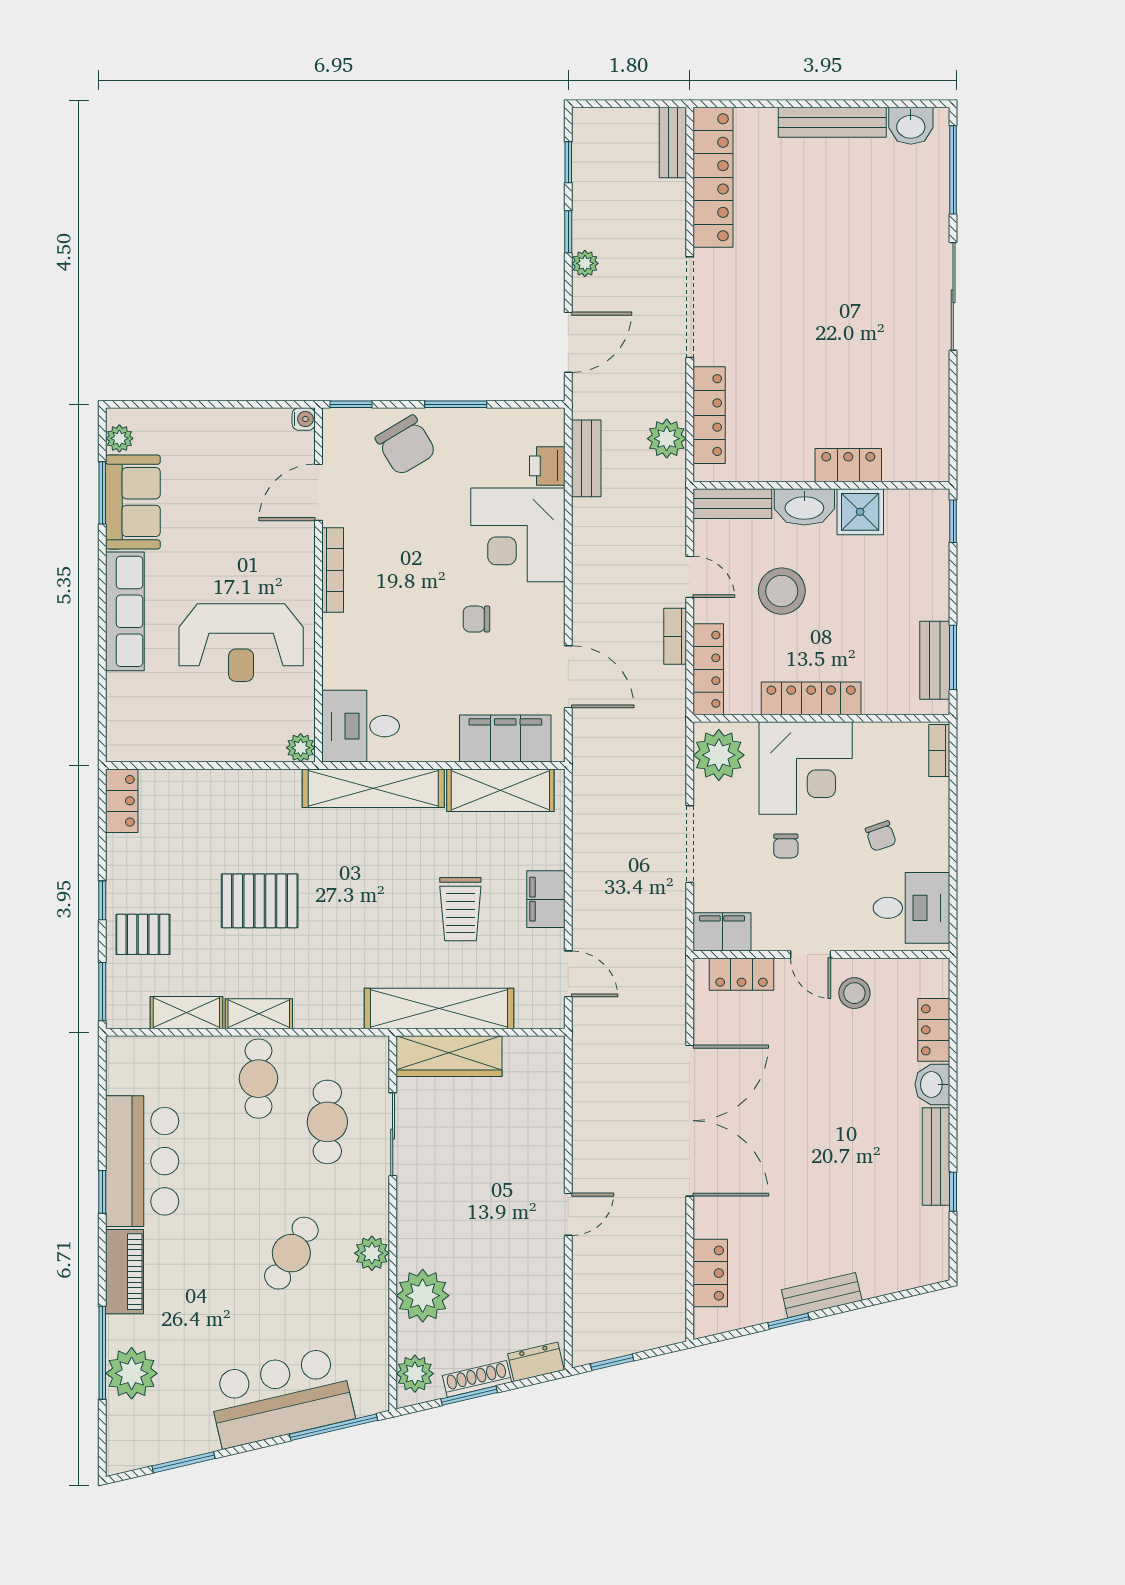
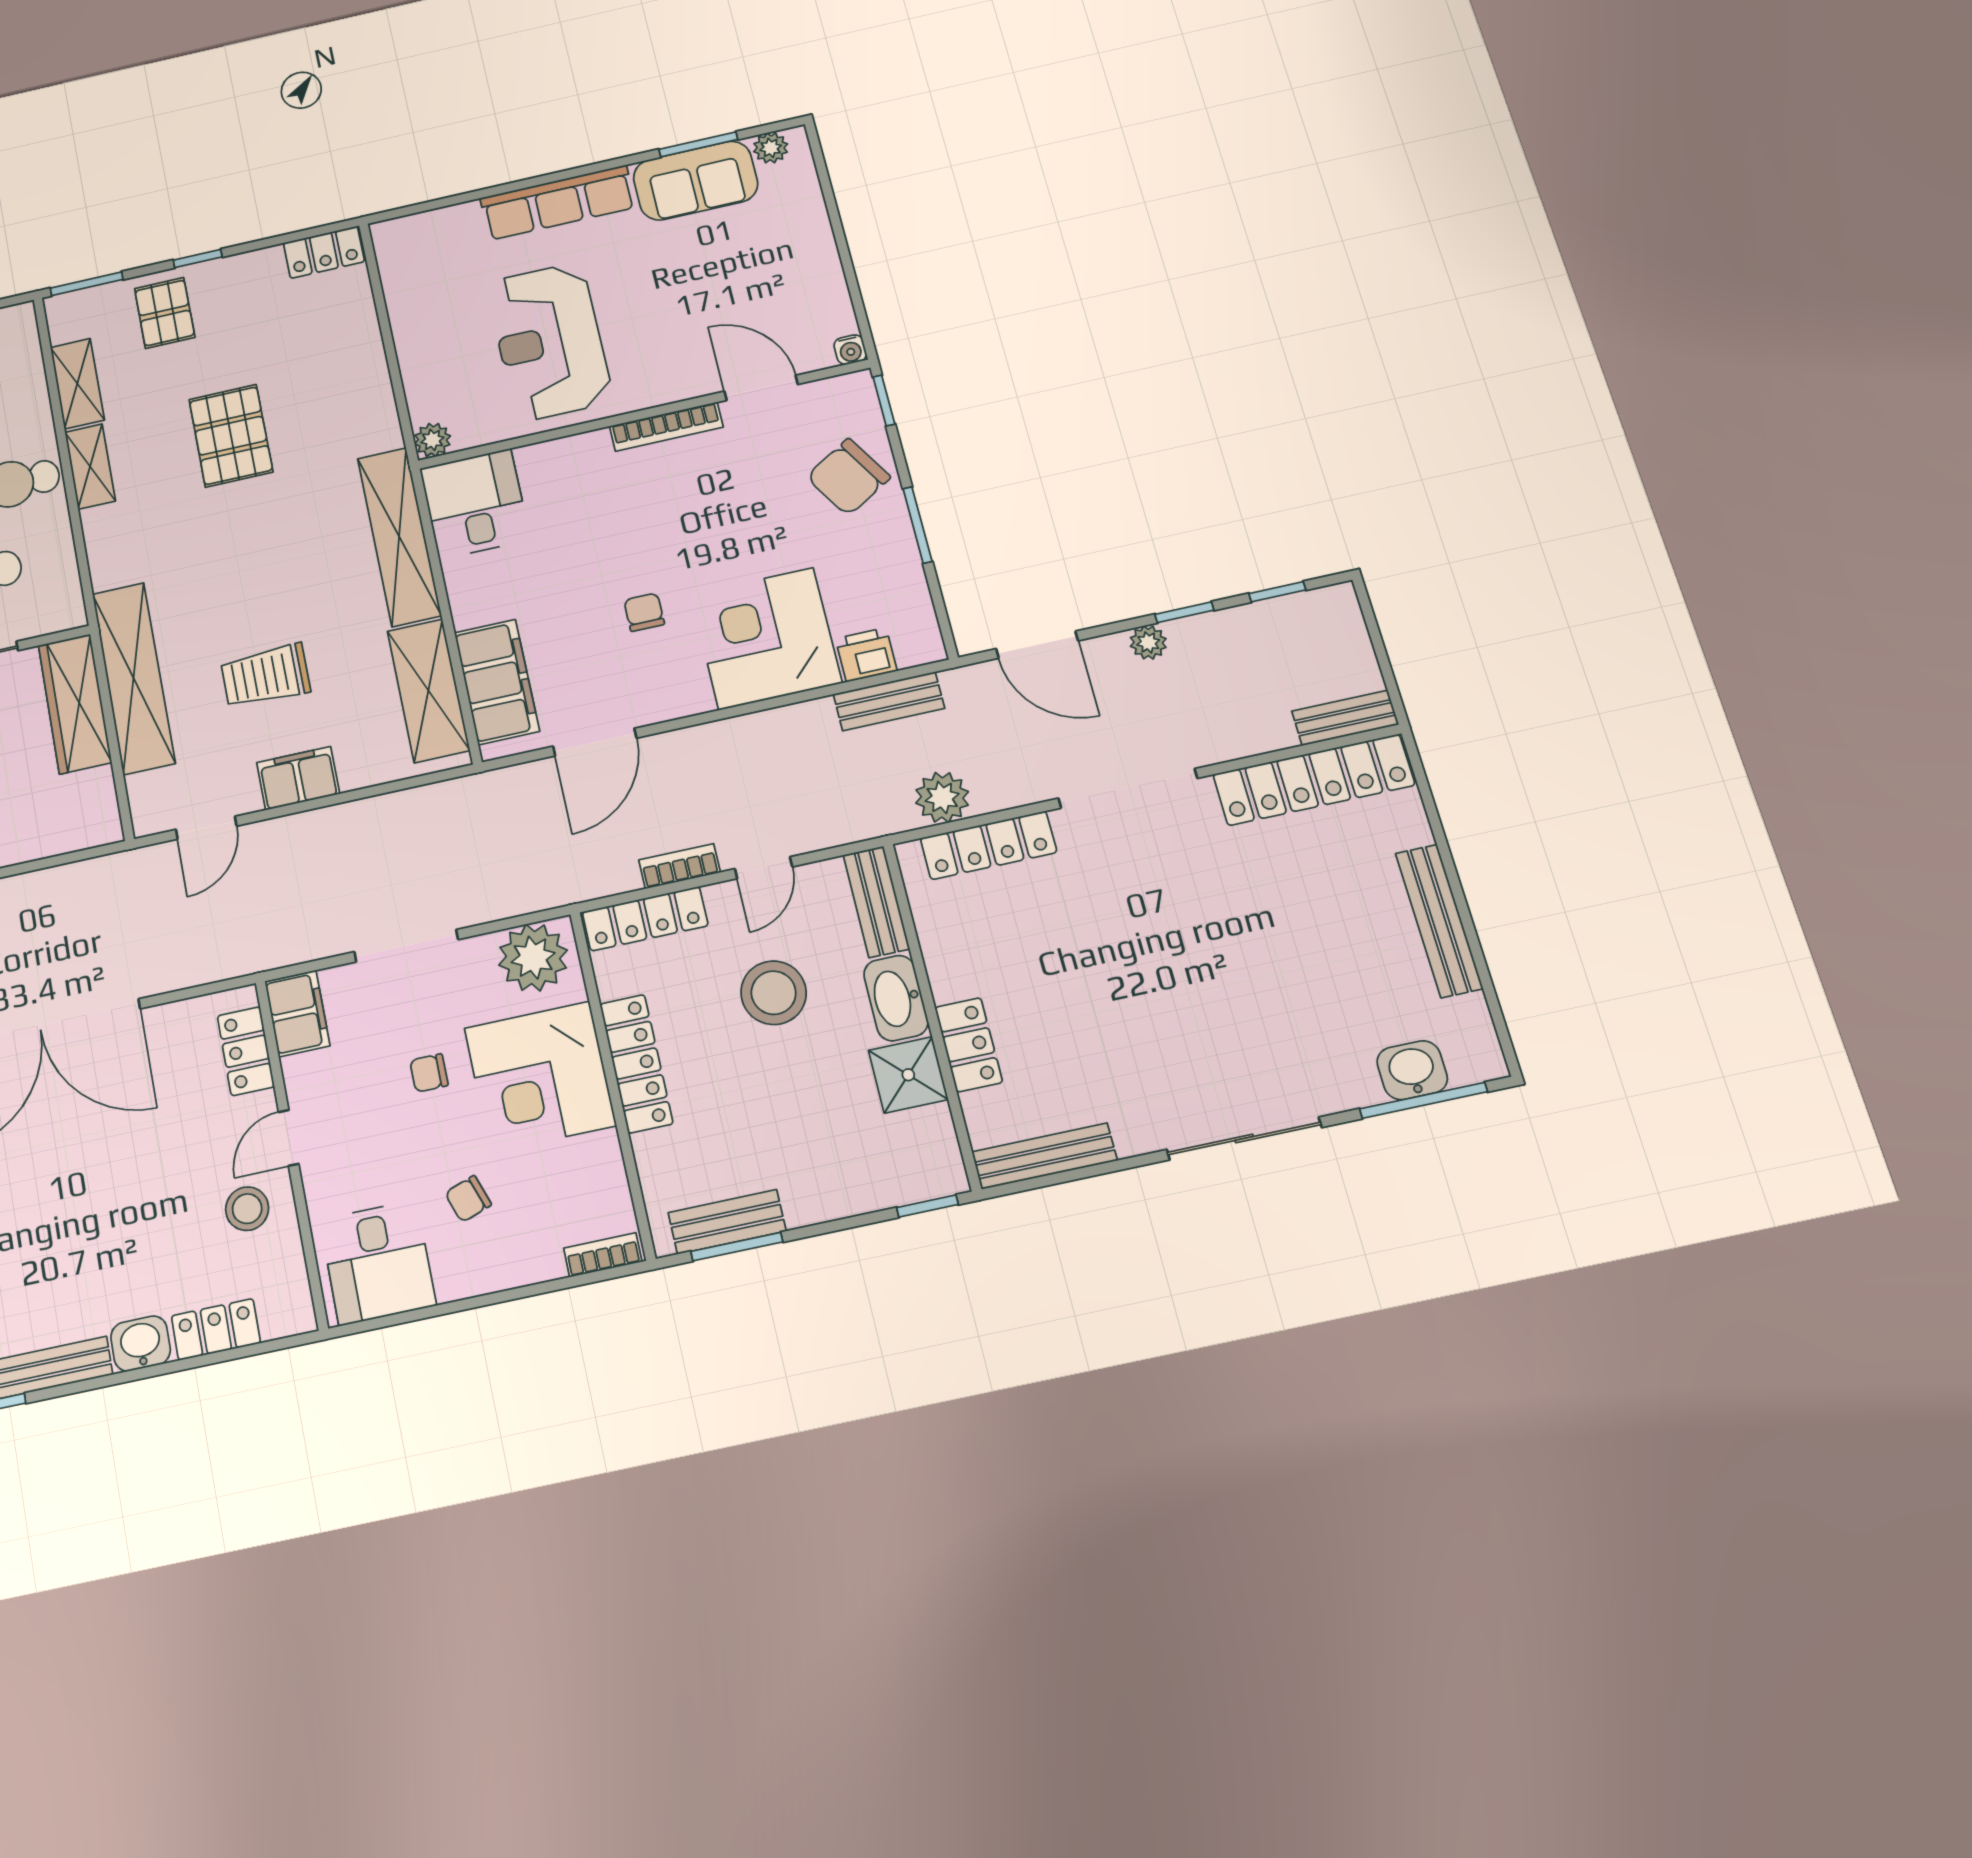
washbasin: (911, 126) -> (1412, 1070), moved, turned 90
bench: (936, 434) -> (1044, 1156), added

